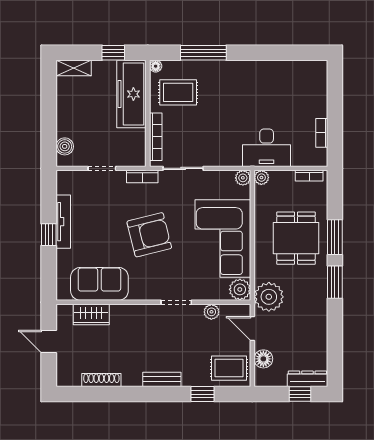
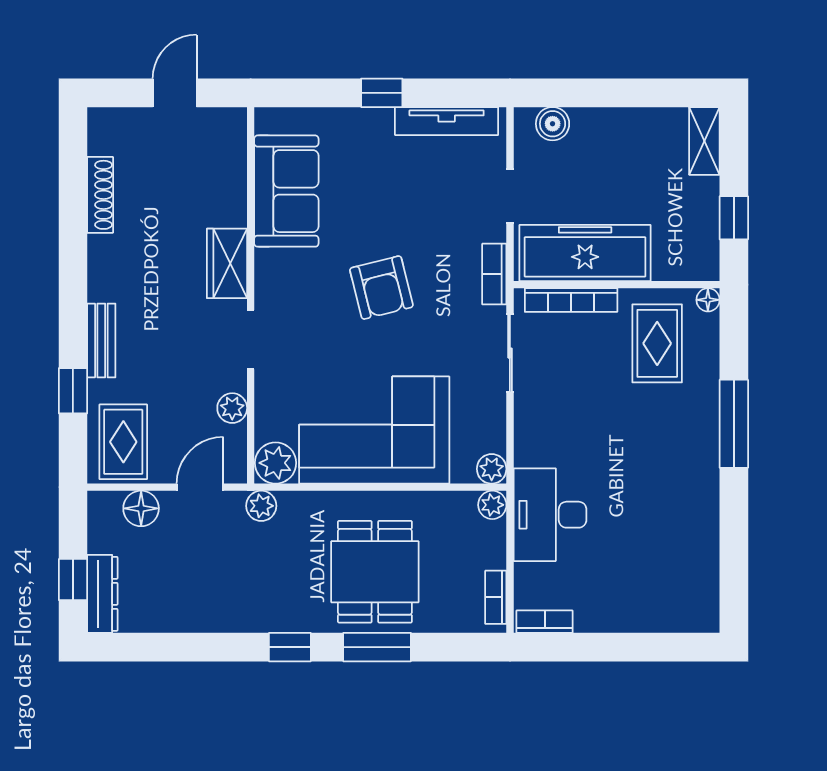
window: (203, 53) -> (734, 424), moved
freezer: (131, 94) -> (585, 253), moved
bookcase: (322, 133) -> (545, 622), moved
tv unit: (63, 222) -> (447, 121), moved
armchair: (149, 235) -> (381, 288), width x0.73, depth x0.73
dining table: (296, 238) -> (375, 572), turned 90
window: (335, 282) -> (290, 647), width x0.67
plant: (269, 297) -> (261, 506), width x0.53, depth x0.53
wardrobe: (91, 315) -> (227, 263), moved
bench: (162, 379) -> (101, 340), moved

